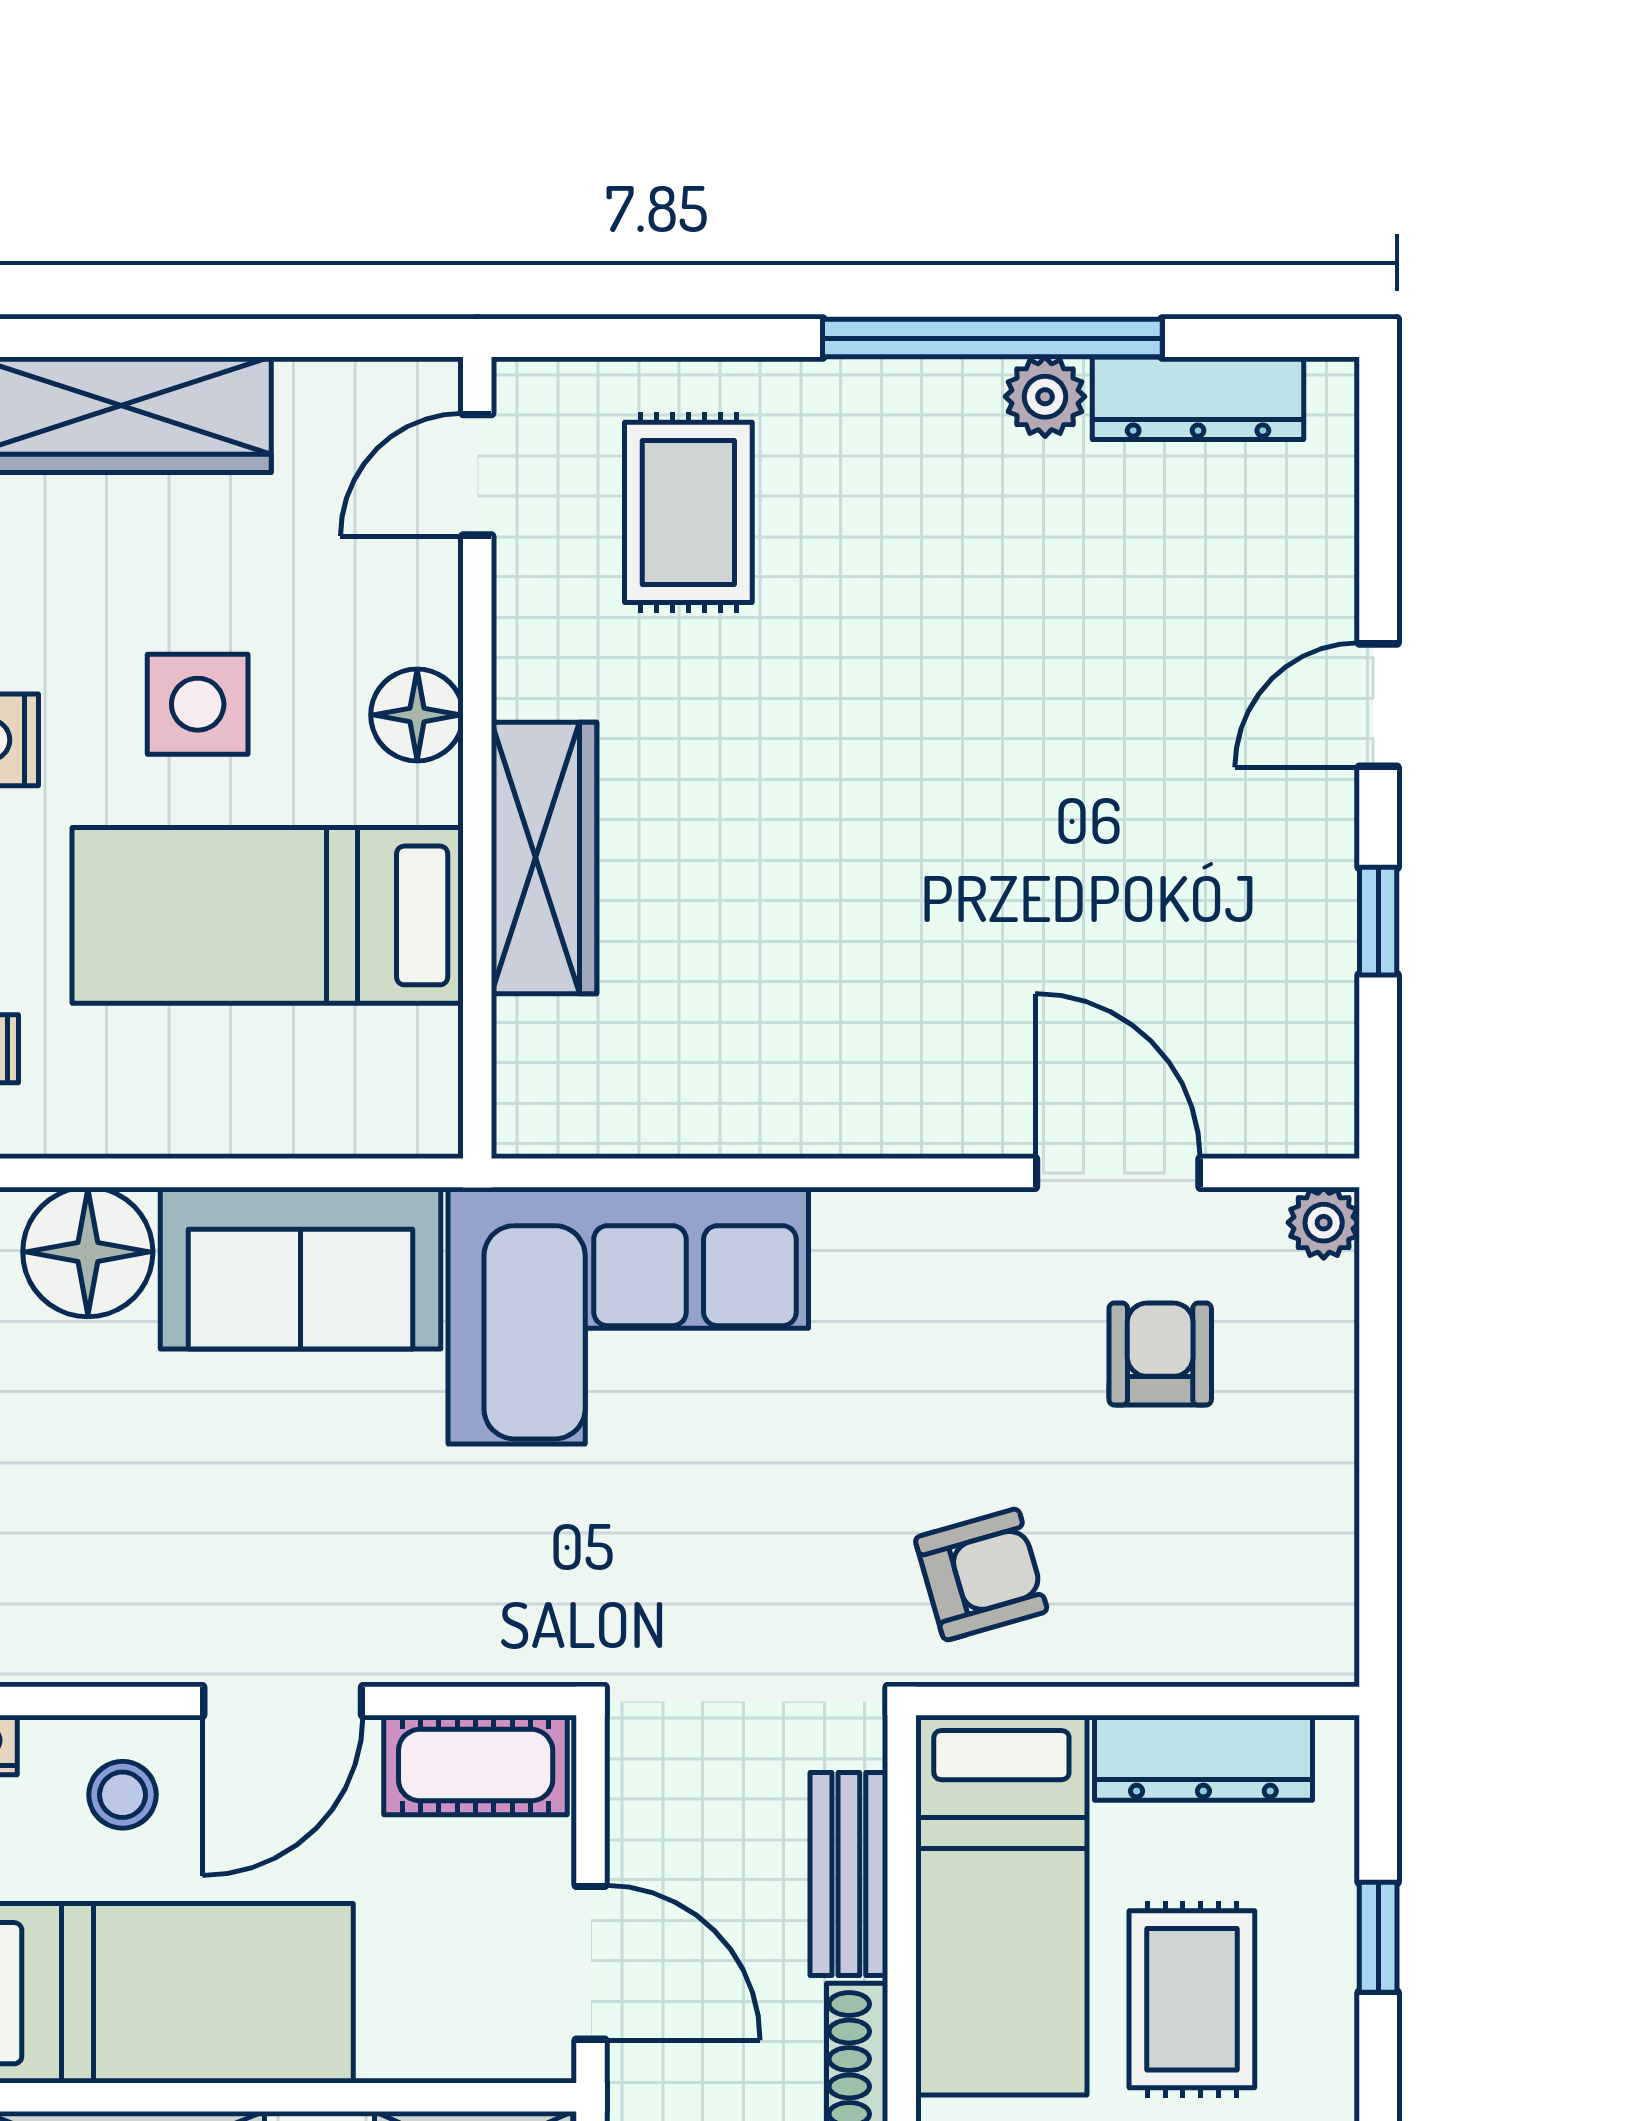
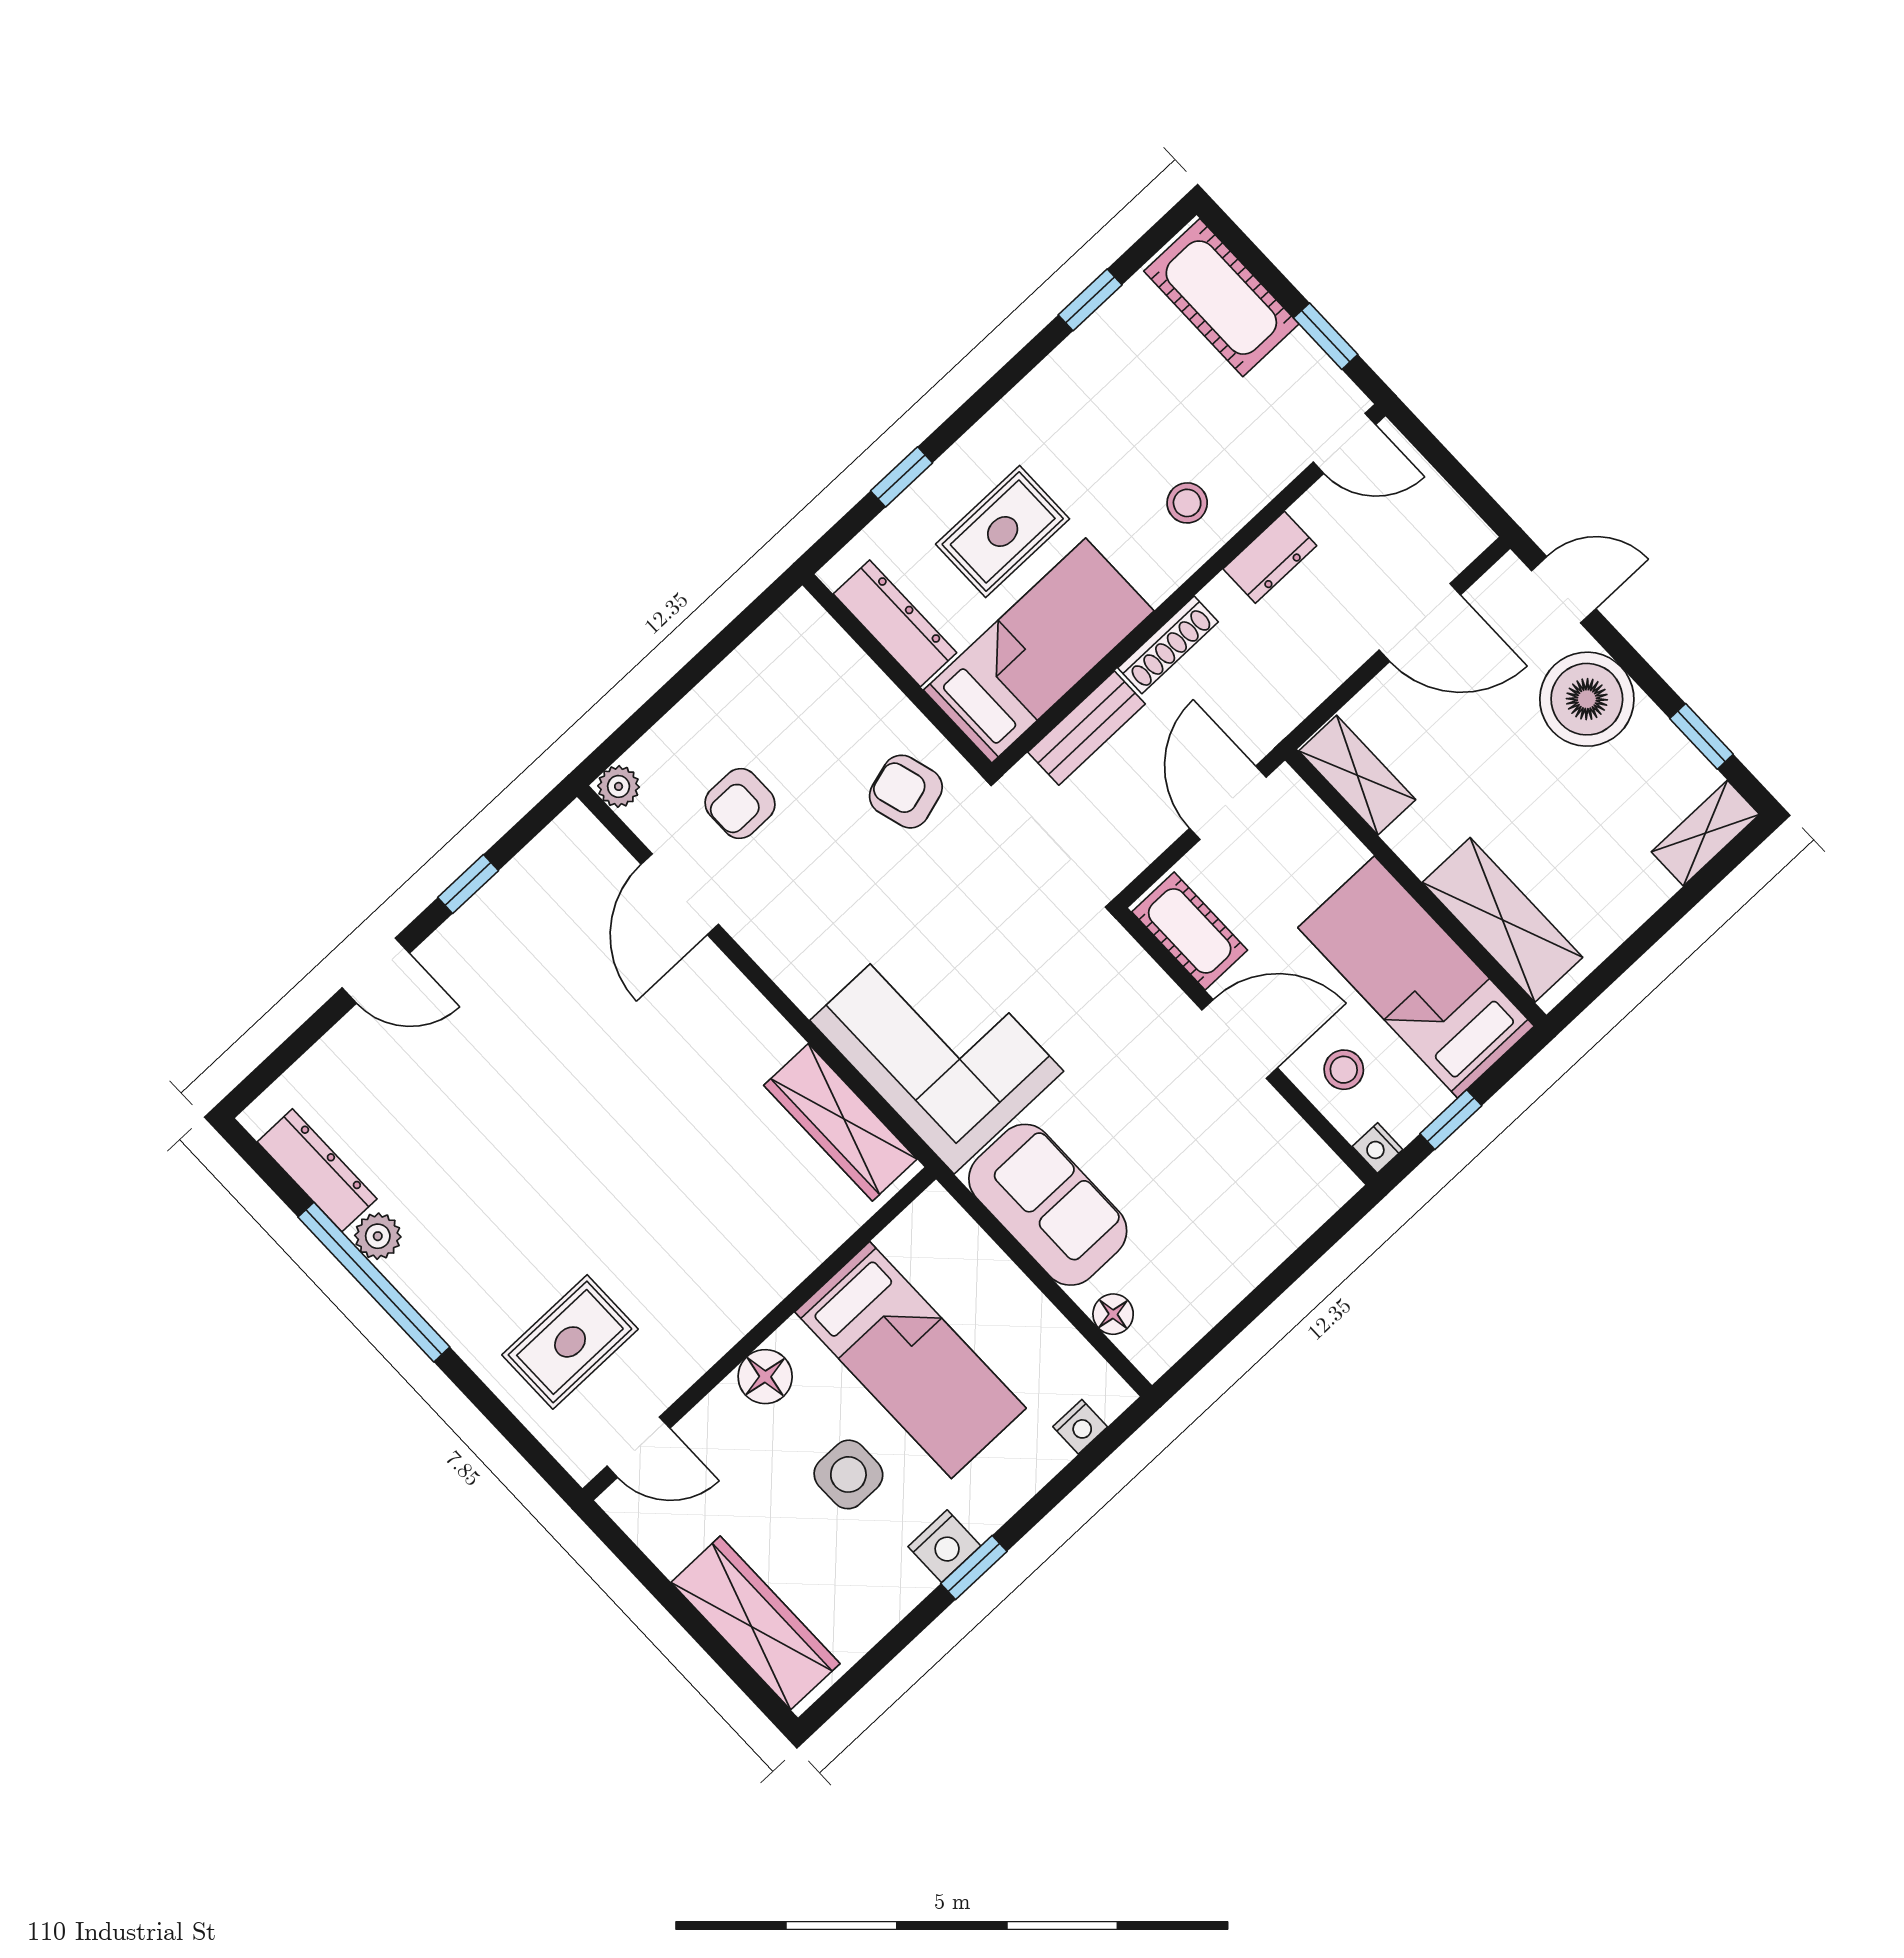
wardrobe: (544, 858) -> (840, 1122), moved, turned -90
floor lamp: (88, 1252) -> (1113, 1314), width x0.53, depth x0.53

